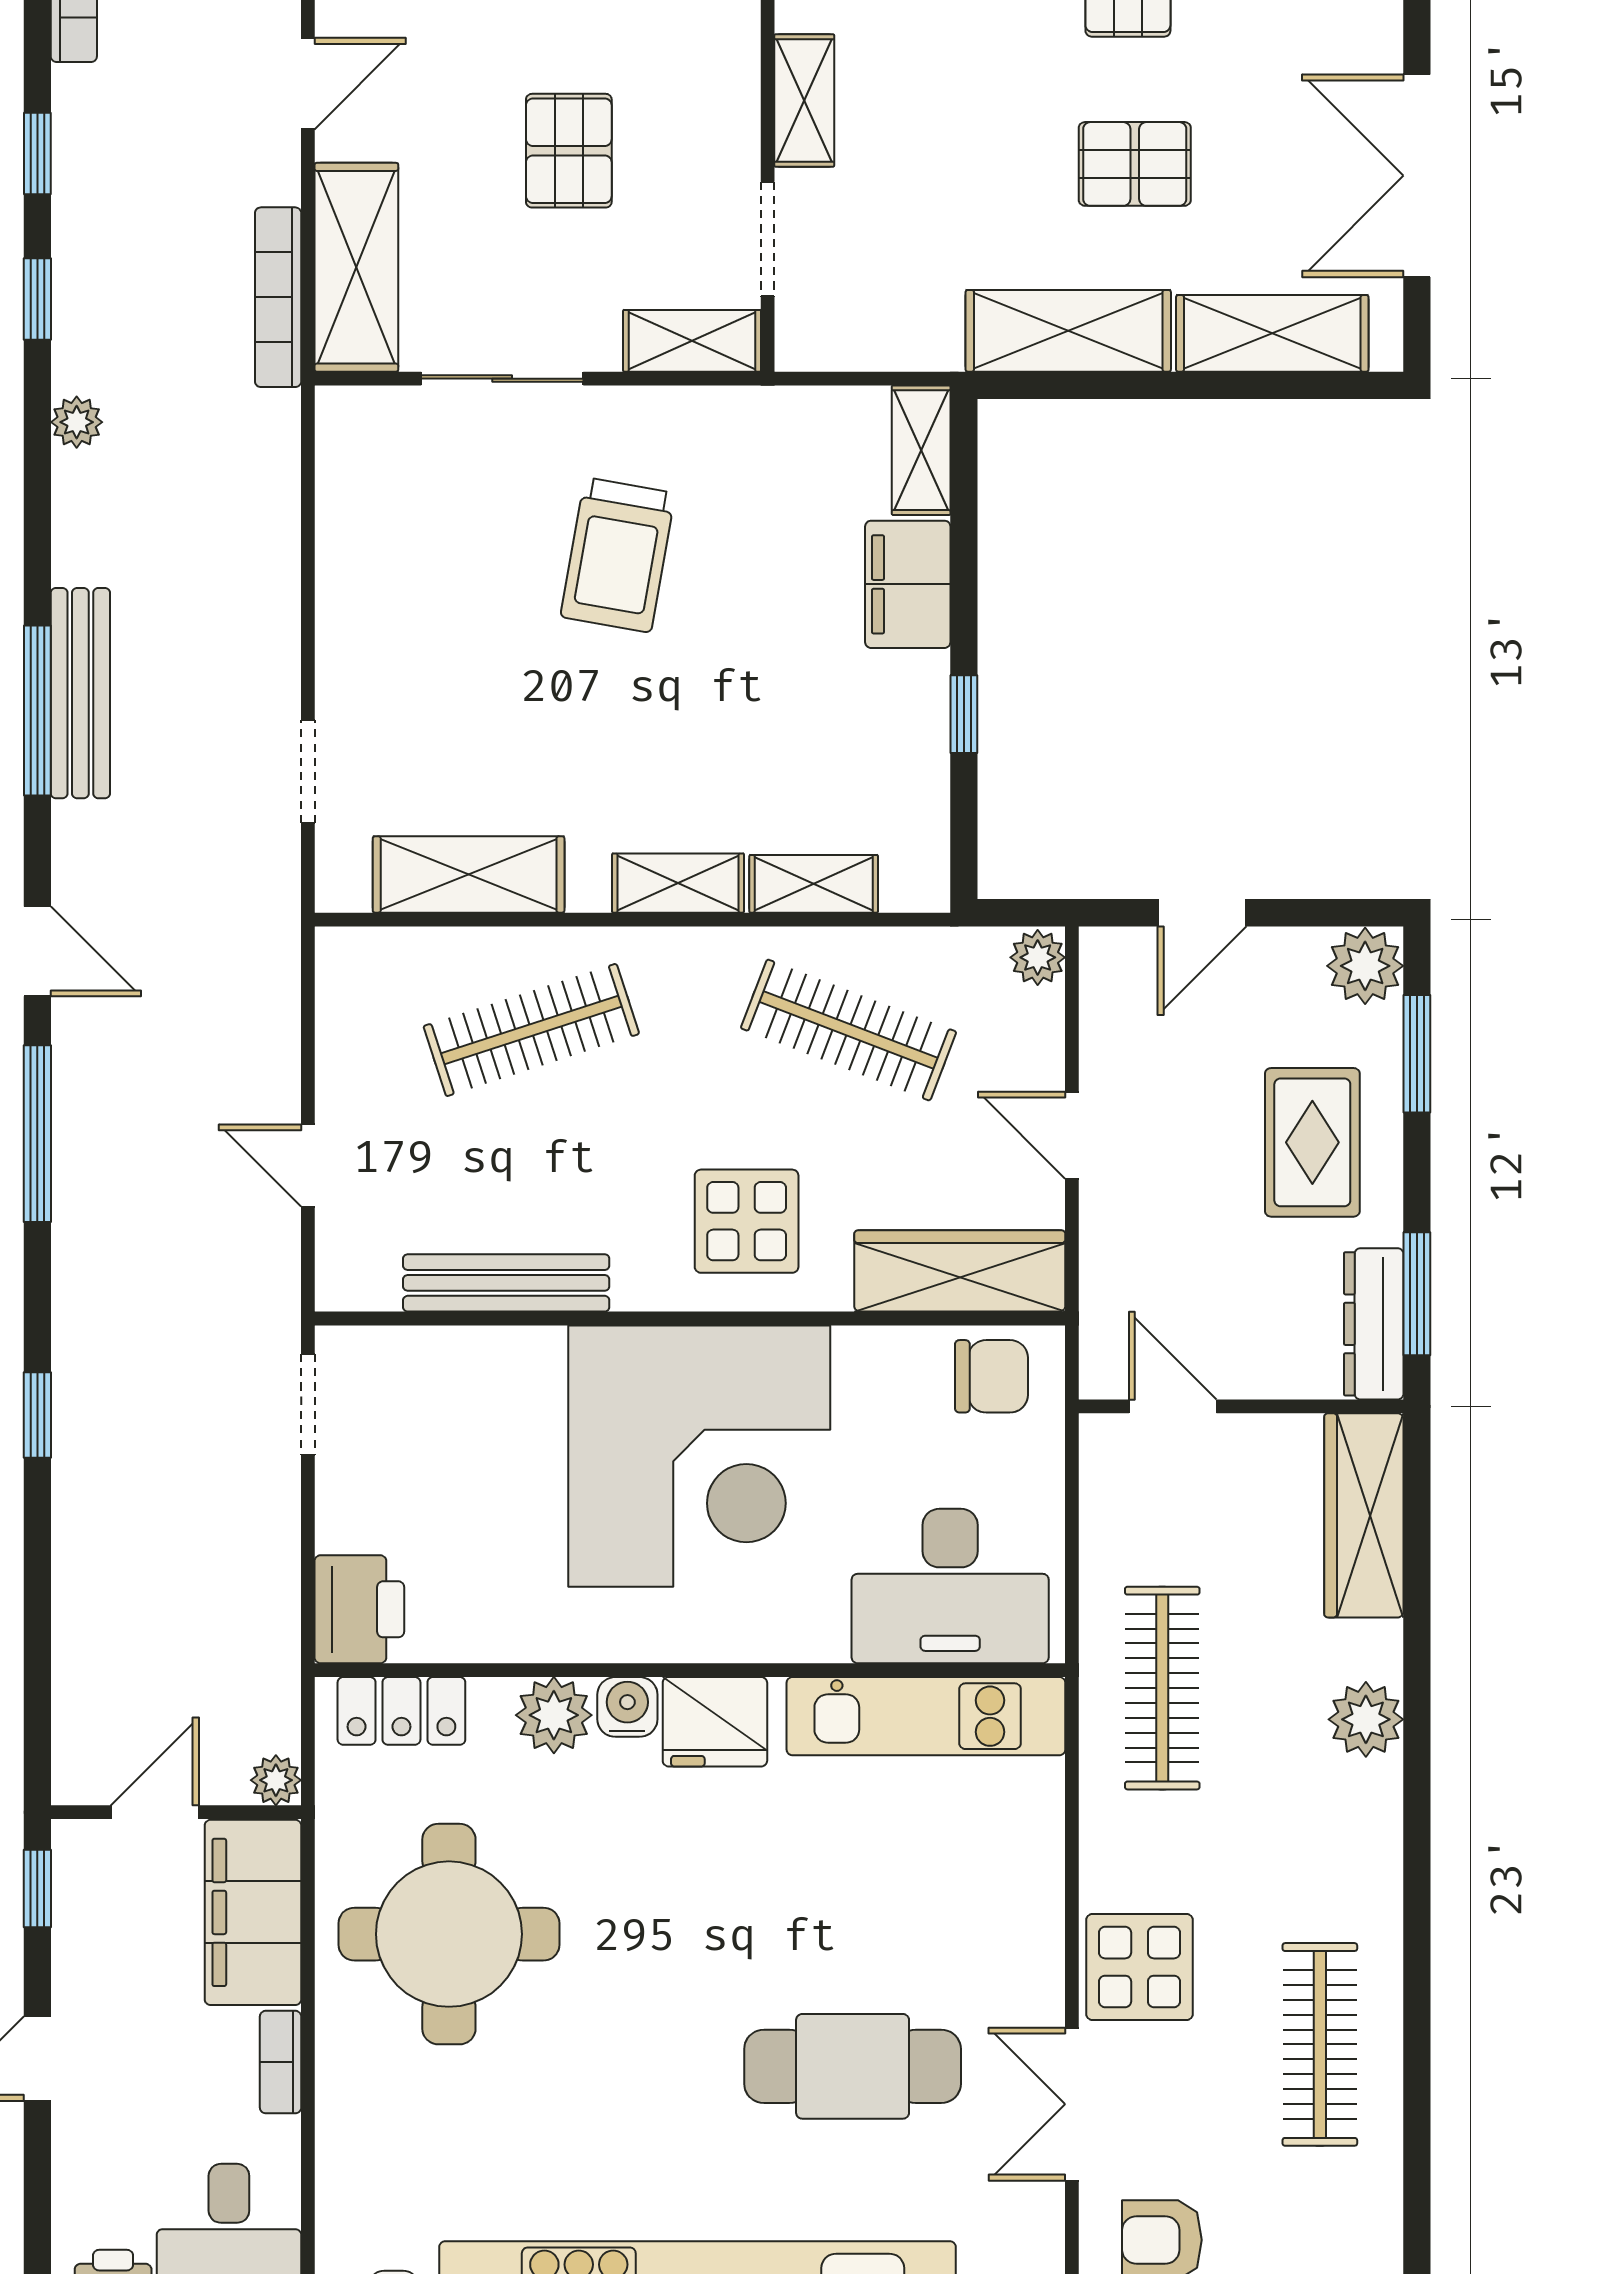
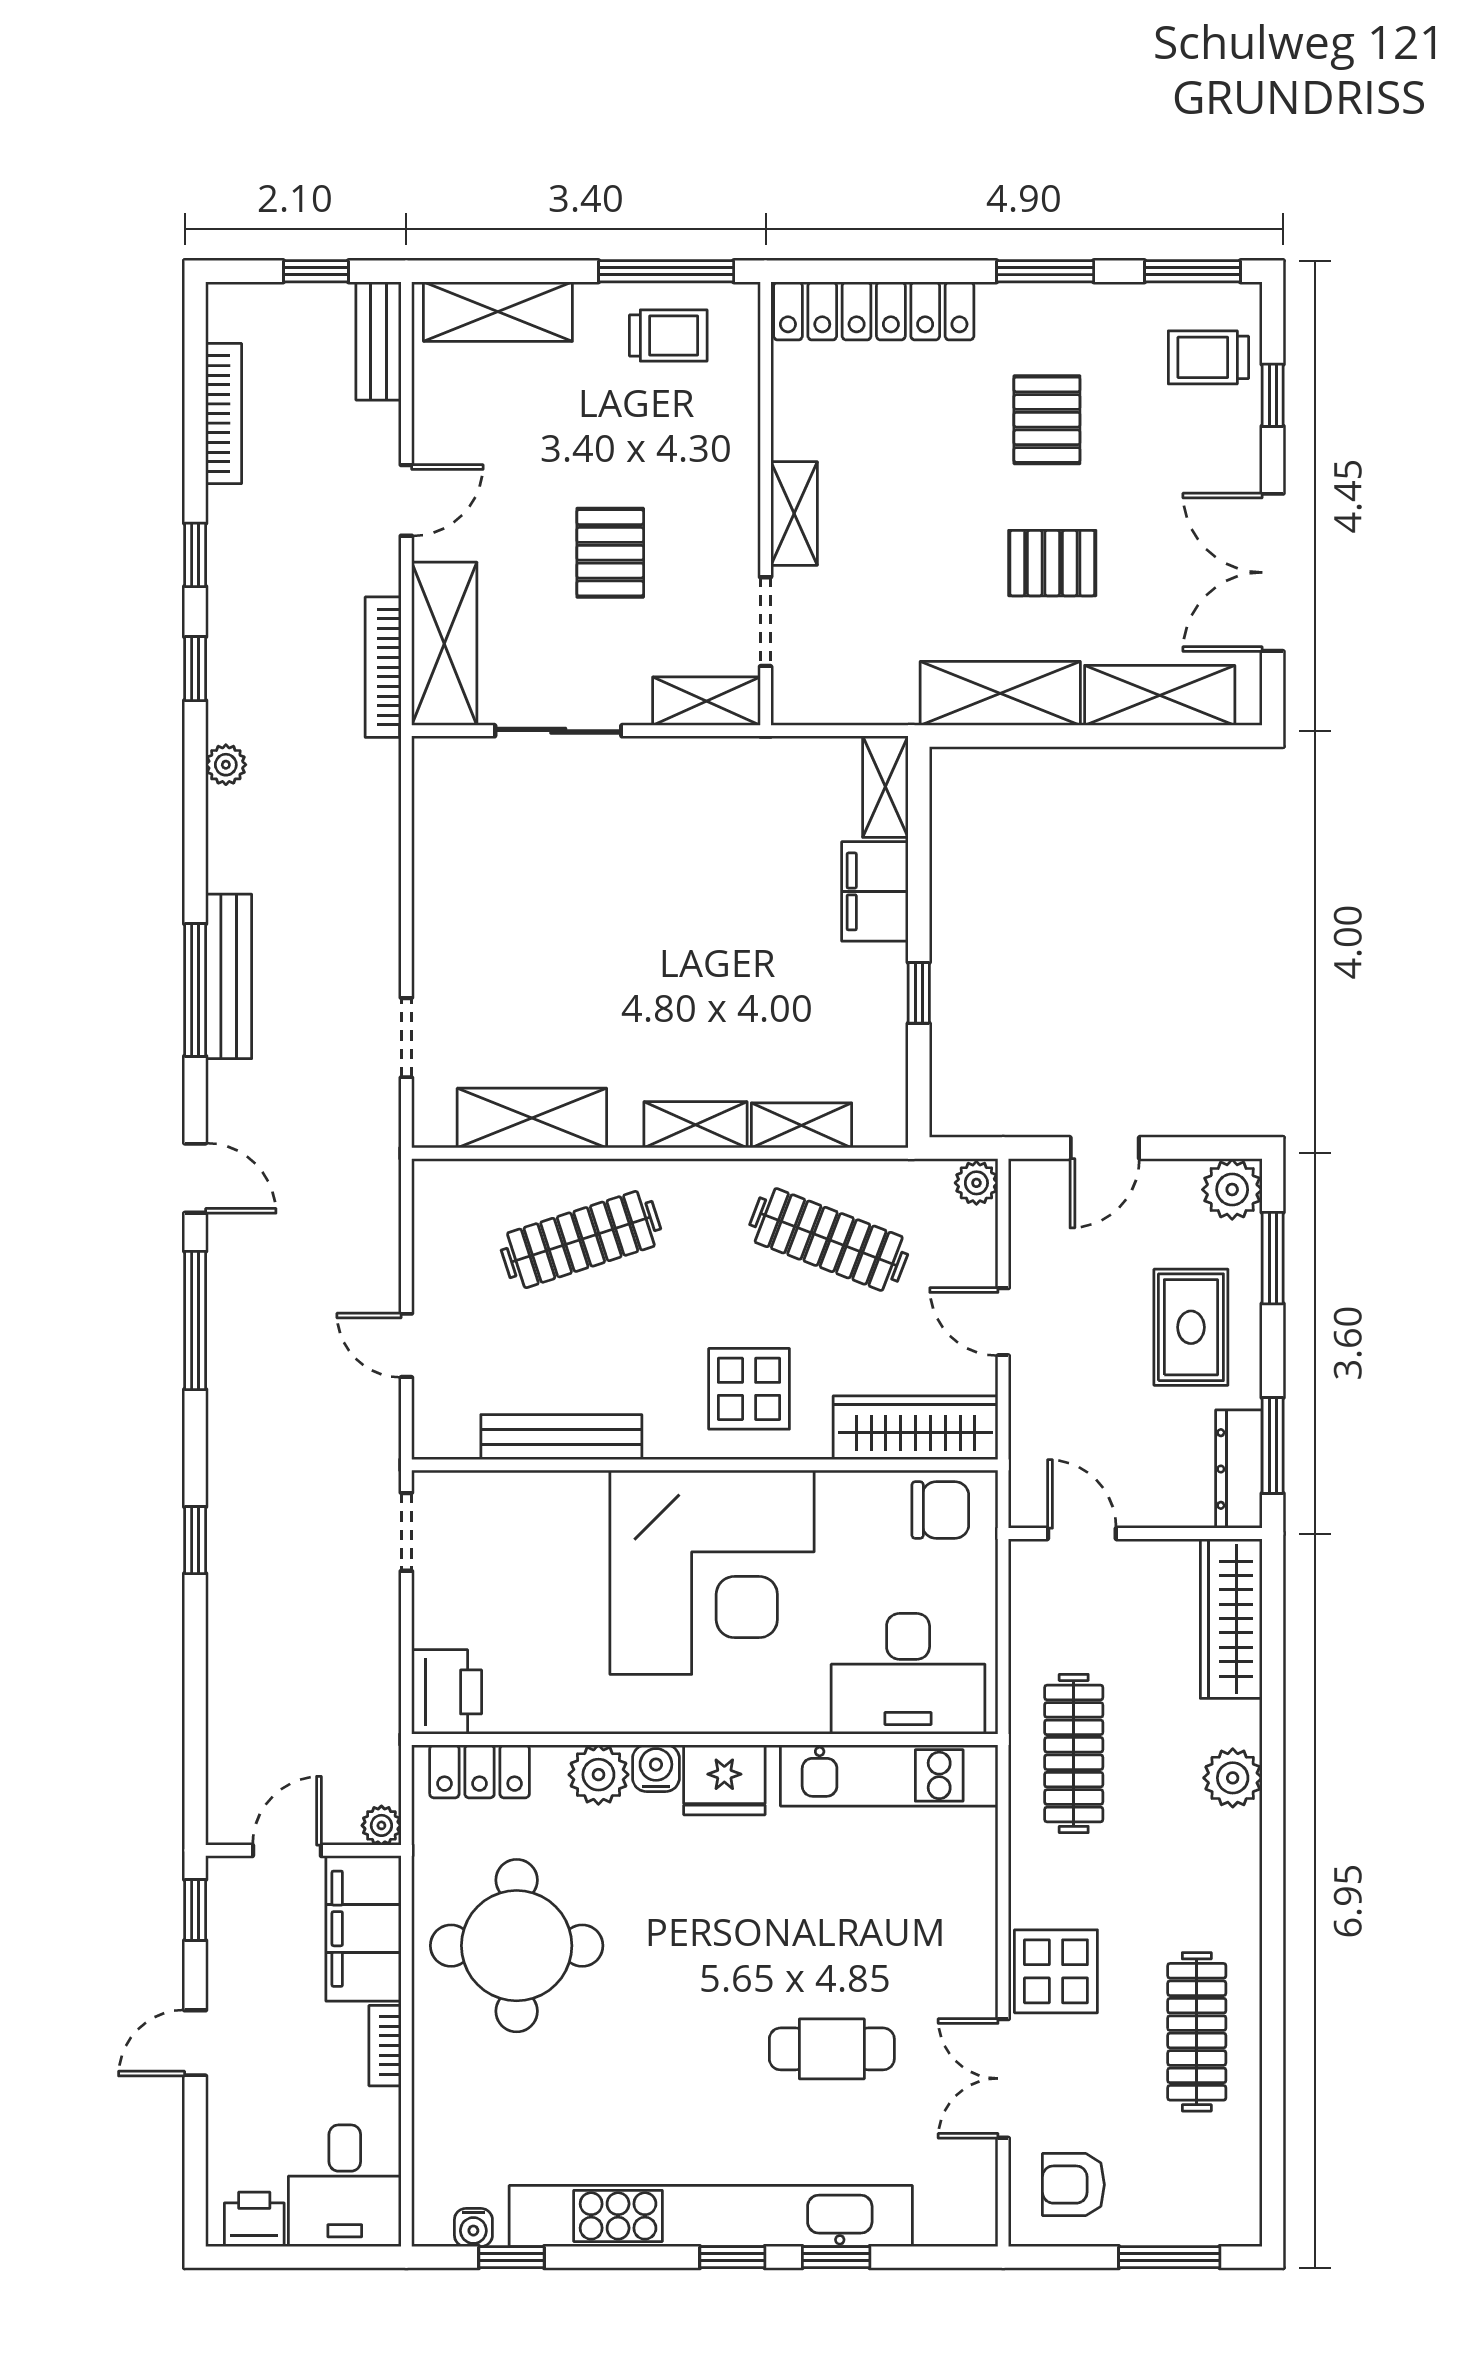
trolley: (618, 555) -> (649, 869), removed
cafe table: (853, 2066) -> (832, 2049), width x0.73, depth x0.74

